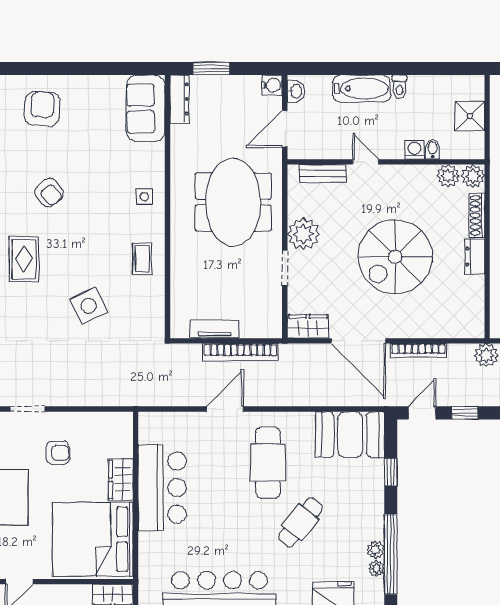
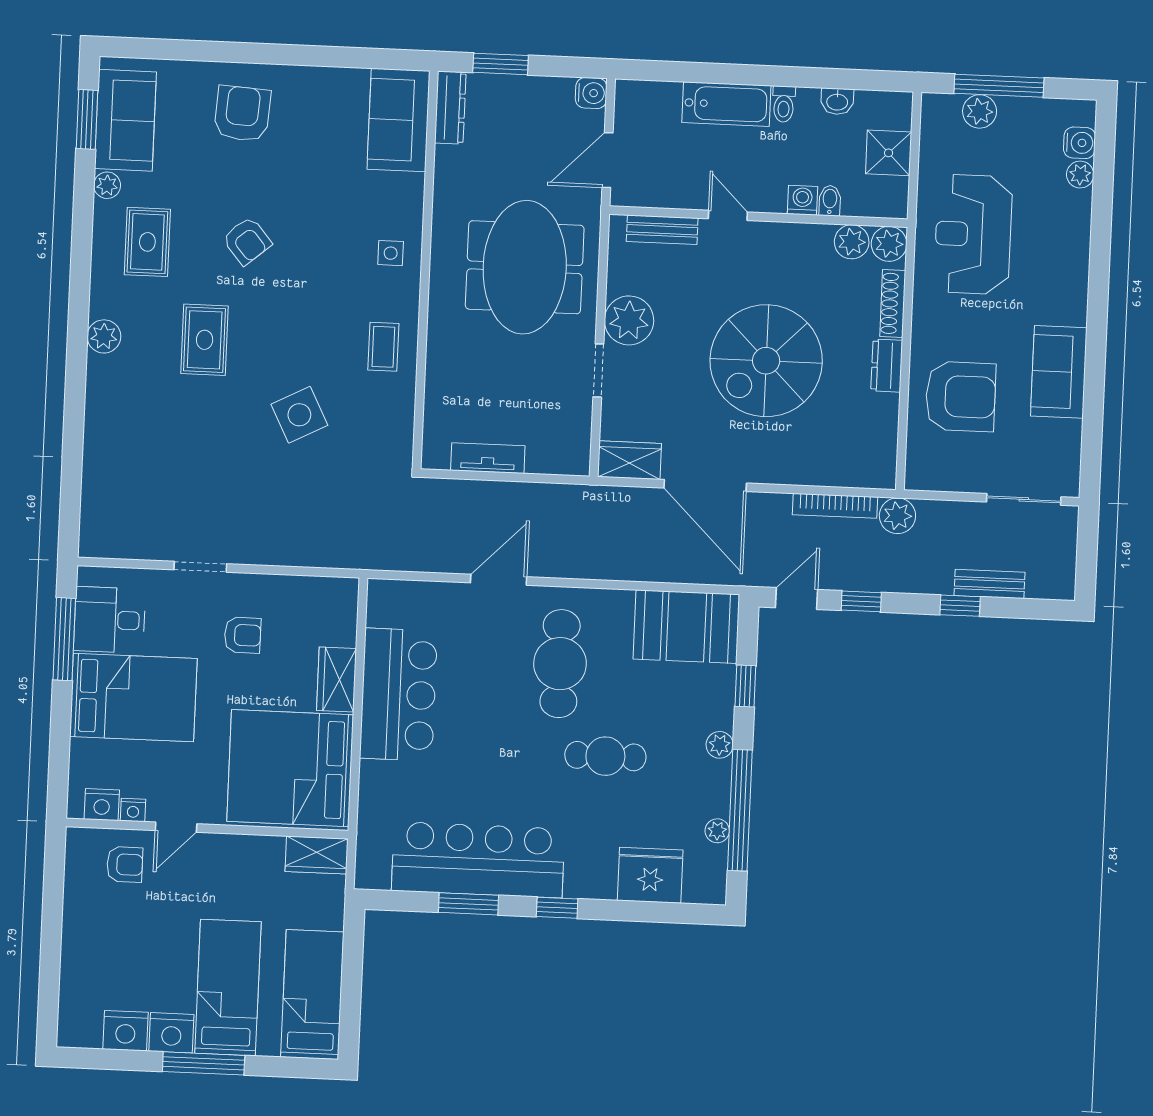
washbasin: (296, 91) -> (837, 101), moved, turned 90
bookcase: (418, 351) -> (835, 506), moved
bookcase: (241, 352) -> (526, 495), removed
cafe table: (300, 522) -> (605, 756), turned 51
plant: (376, 550) -> (720, 745), moved

